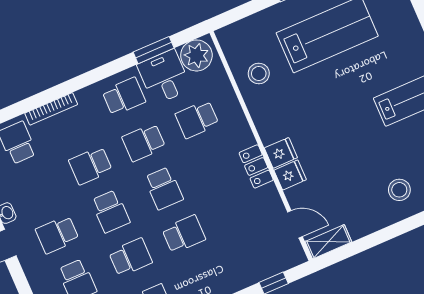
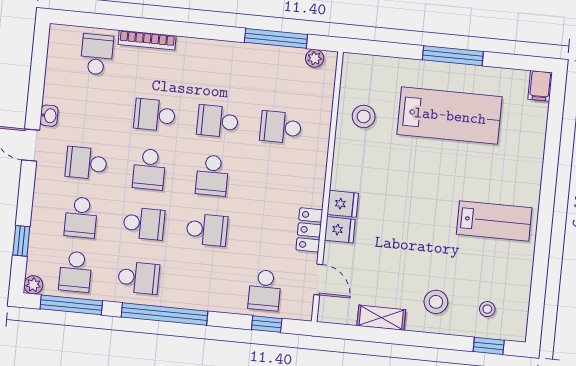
window: (154, 50) -> (276, 38), width x1.44
plant: (196, 55) -> (315, 58), width x0.53, depth x0.53
desk: (164, 77) -> (272, 70), removed
school desk: (124, 96) -> (265, 290), moved, turned 90
locker: (256, 166) -> (309, 230), moved
shelving: (328, 242) -> (381, 318), moved

